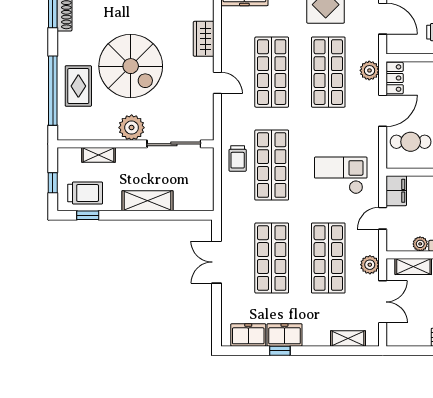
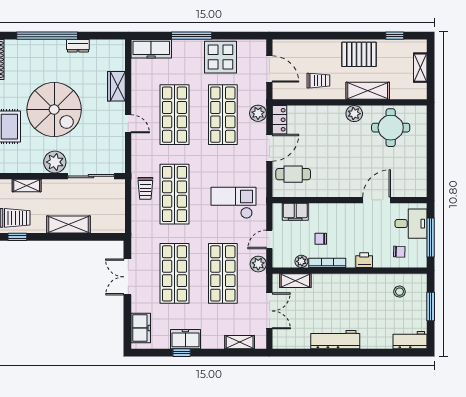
filing cabinet: (396, 191) -> (295, 212), moved, turned 90
plant: (370, 265) -> (258, 264), moved
freezer: (248, 335) -> (141, 328), moved, turned 90

